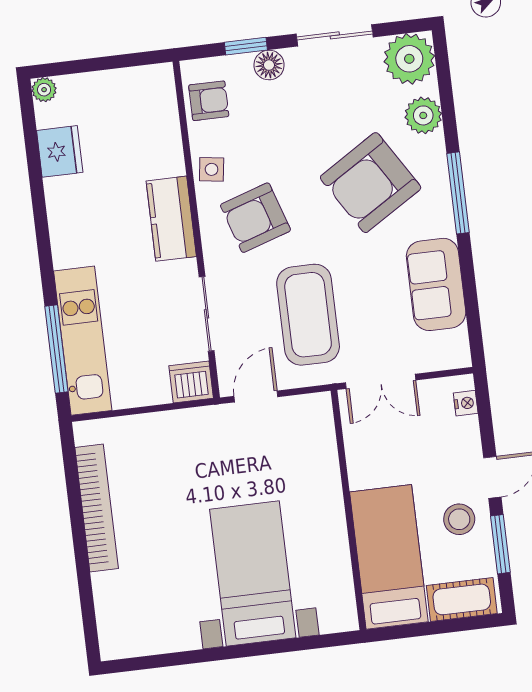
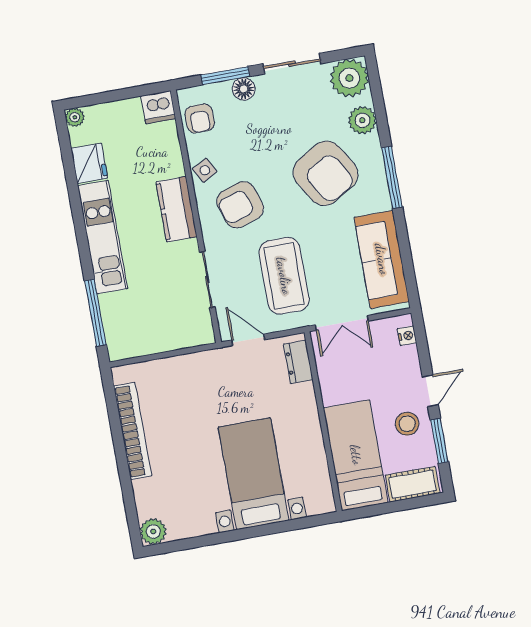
window: (246, 46) -> (225, 76), width x1.50
armchair: (209, 101) -> (200, 118), turned 90
side table: (212, 169) -> (205, 170), turned -37
armchair: (371, 183) -> (325, 173), turned -89
sofa: (436, 284) -> (382, 259), width x1.36
kitchen unit: (83, 341) -> (103, 237), moved
dishwasher: (191, 382) -> (158, 107), moved, turned 180
door: (256, 396) -> (248, 340), hinge flipped
dresser: (320, 429) -> (298, 362), added
plant: (116, 642) -> (153, 531), added

